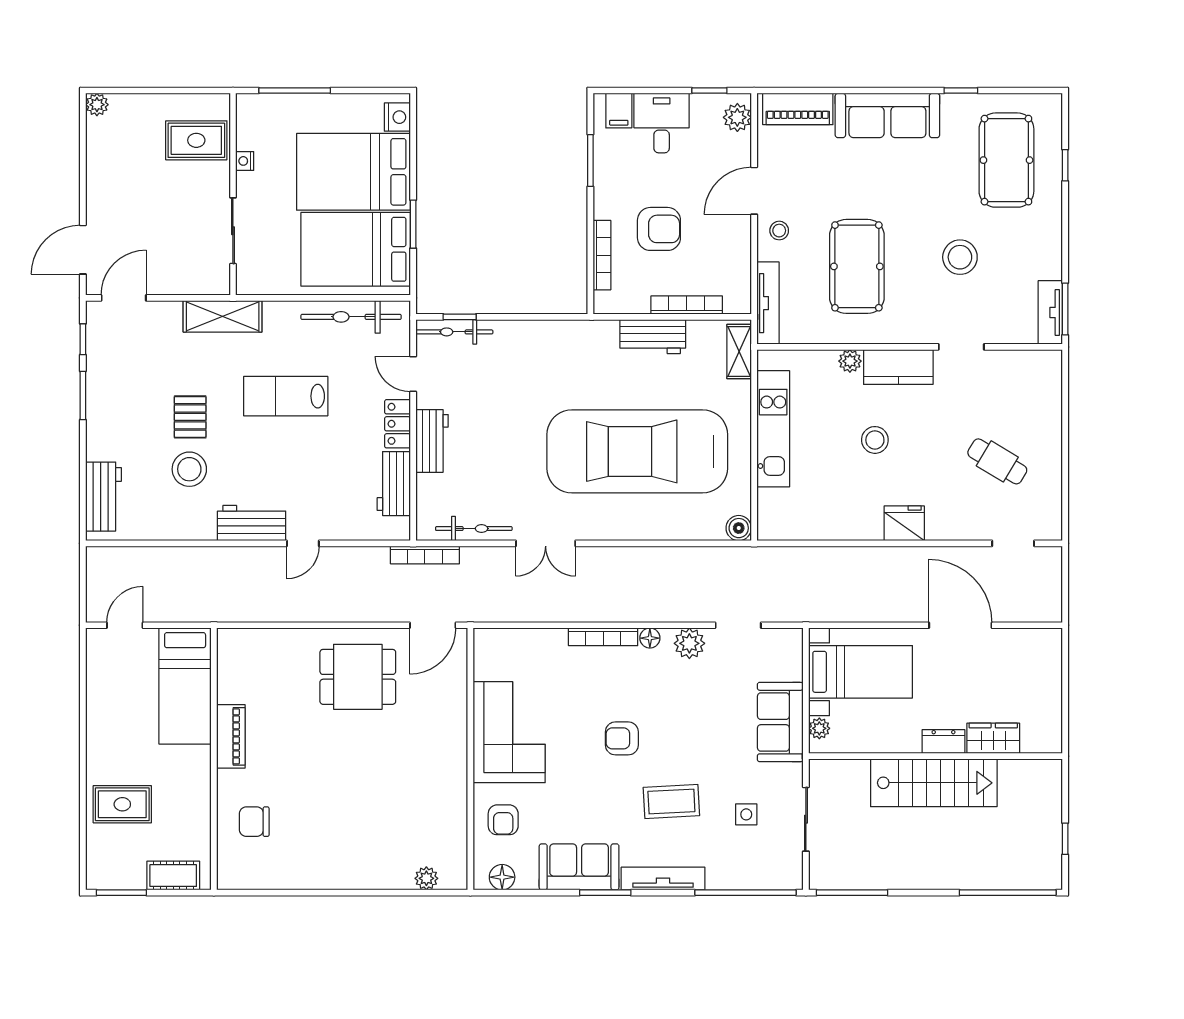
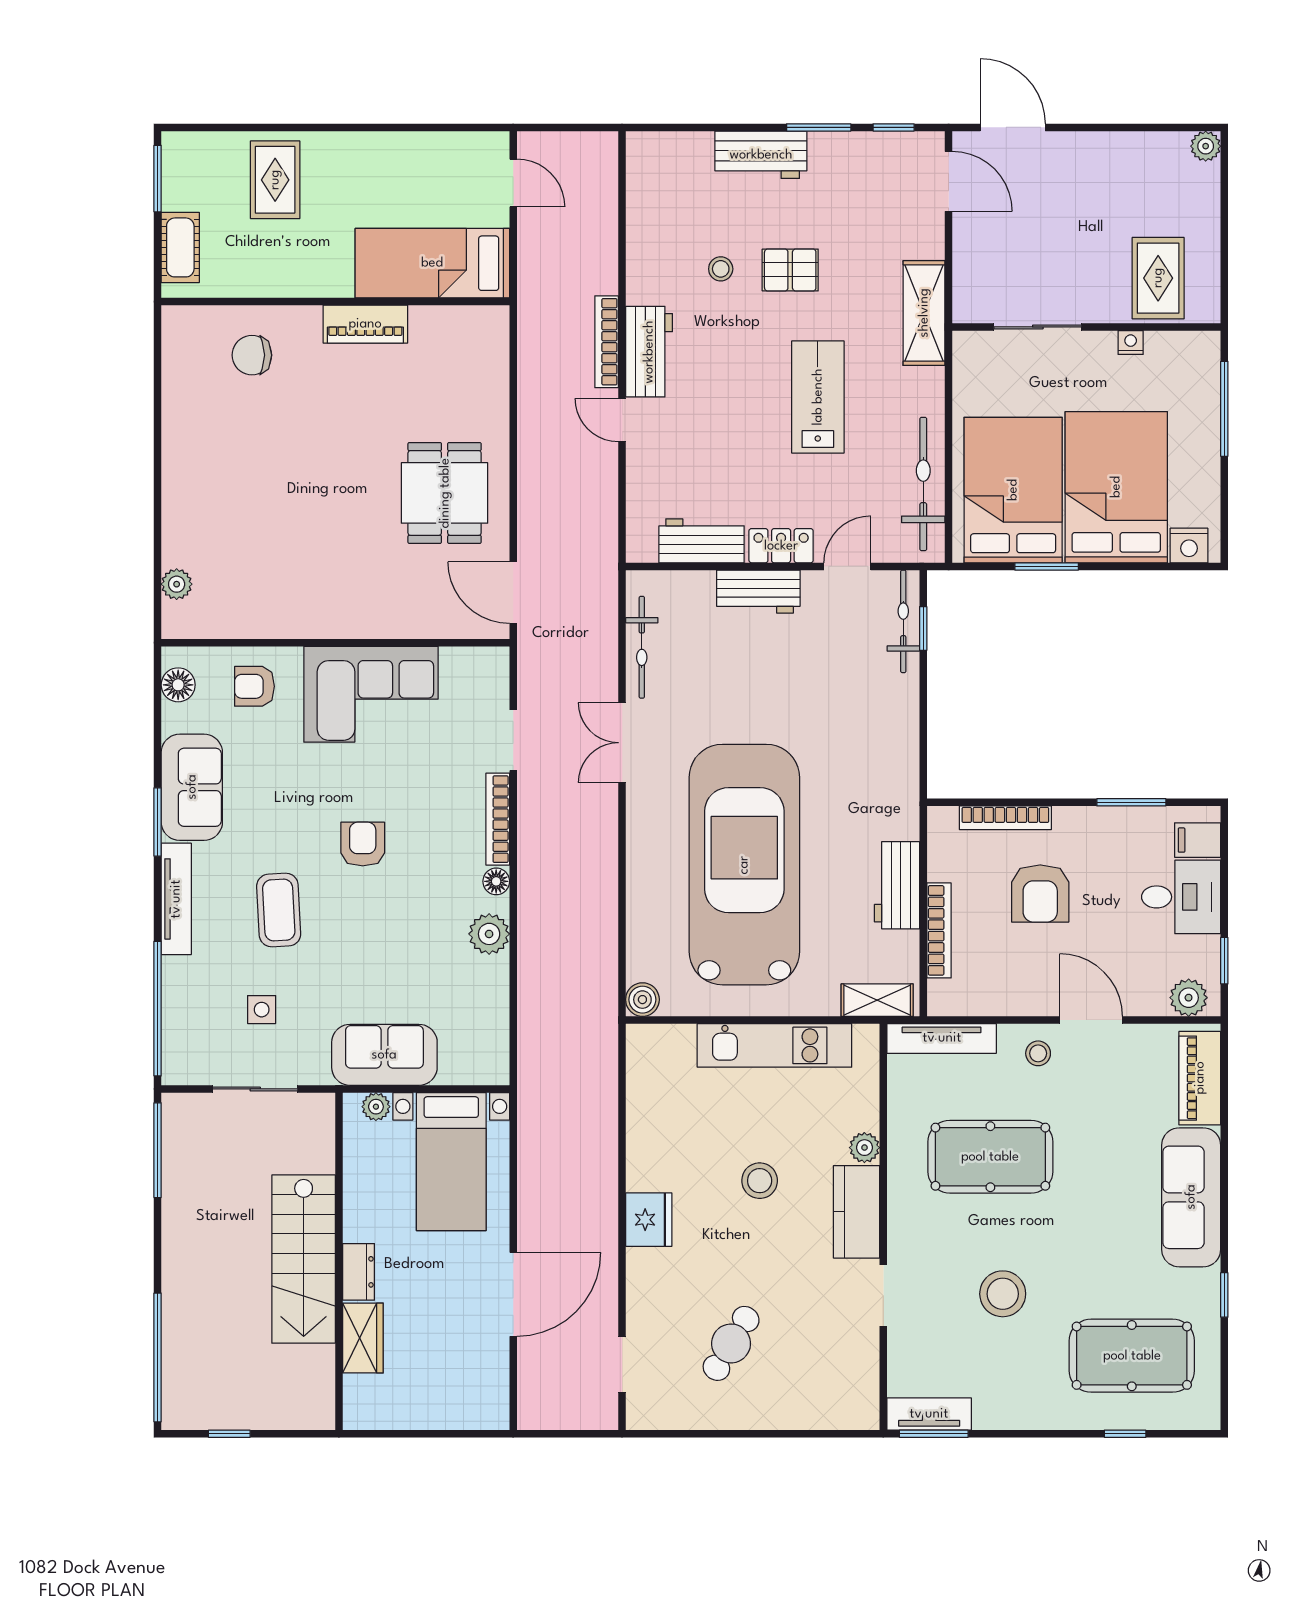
stool: (189, 469) -> (721, 269), width x0.53, depth x0.53
workbench: (104, 497) -> (761, 155), moved
bookcase: (425, 555) -> (607, 342), moved
doorway: (738, 625) -> (513, 740), moved
chair: (254, 822) -> (252, 355), turned -90

